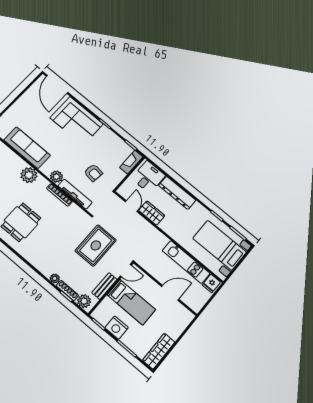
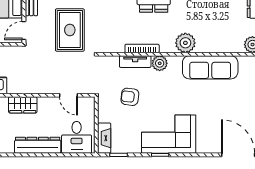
corner sofa: (77, 121) -> (169, 134), moved
tv unit: (75, 194) -> (135, 62), width x0.71
wardrobe: (152, 213) -> (23, 105), moved

